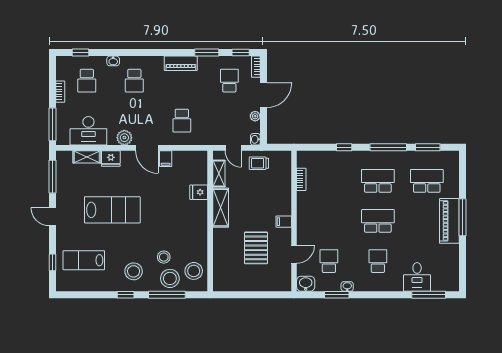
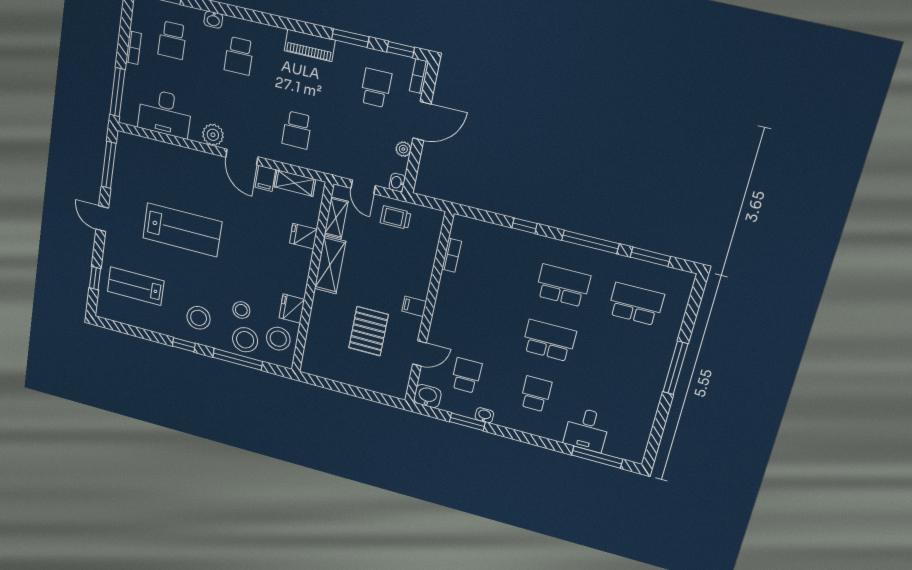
shelving: (87, 157) -> (295, 183), moved
fridge: (111, 159) -> (292, 309), moved, turned 90
piano: (449, 221) -> (654, 368), removed

